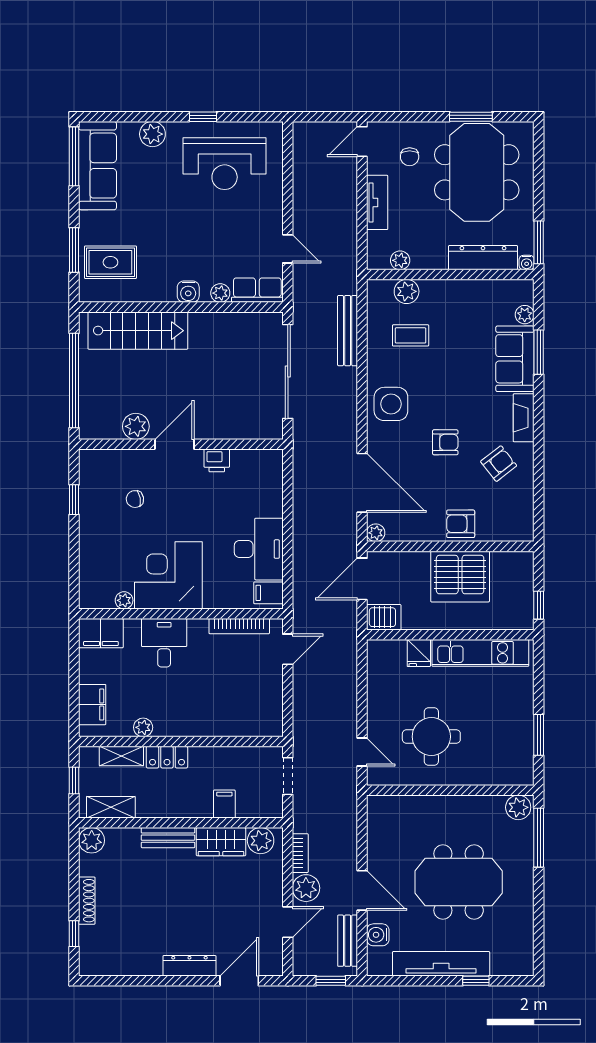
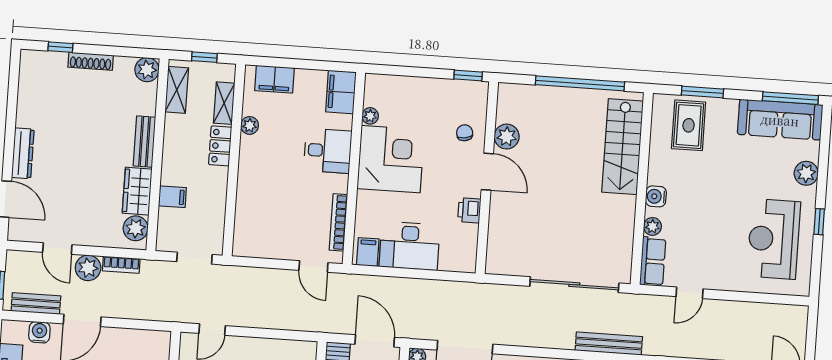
plant: (136, 426) -> (507, 137), moved
door: (174, 444) -> (487, 172), moved
wall: (181, 444) -> (487, 178), moved
printer: (217, 460) -> (469, 210), moved

